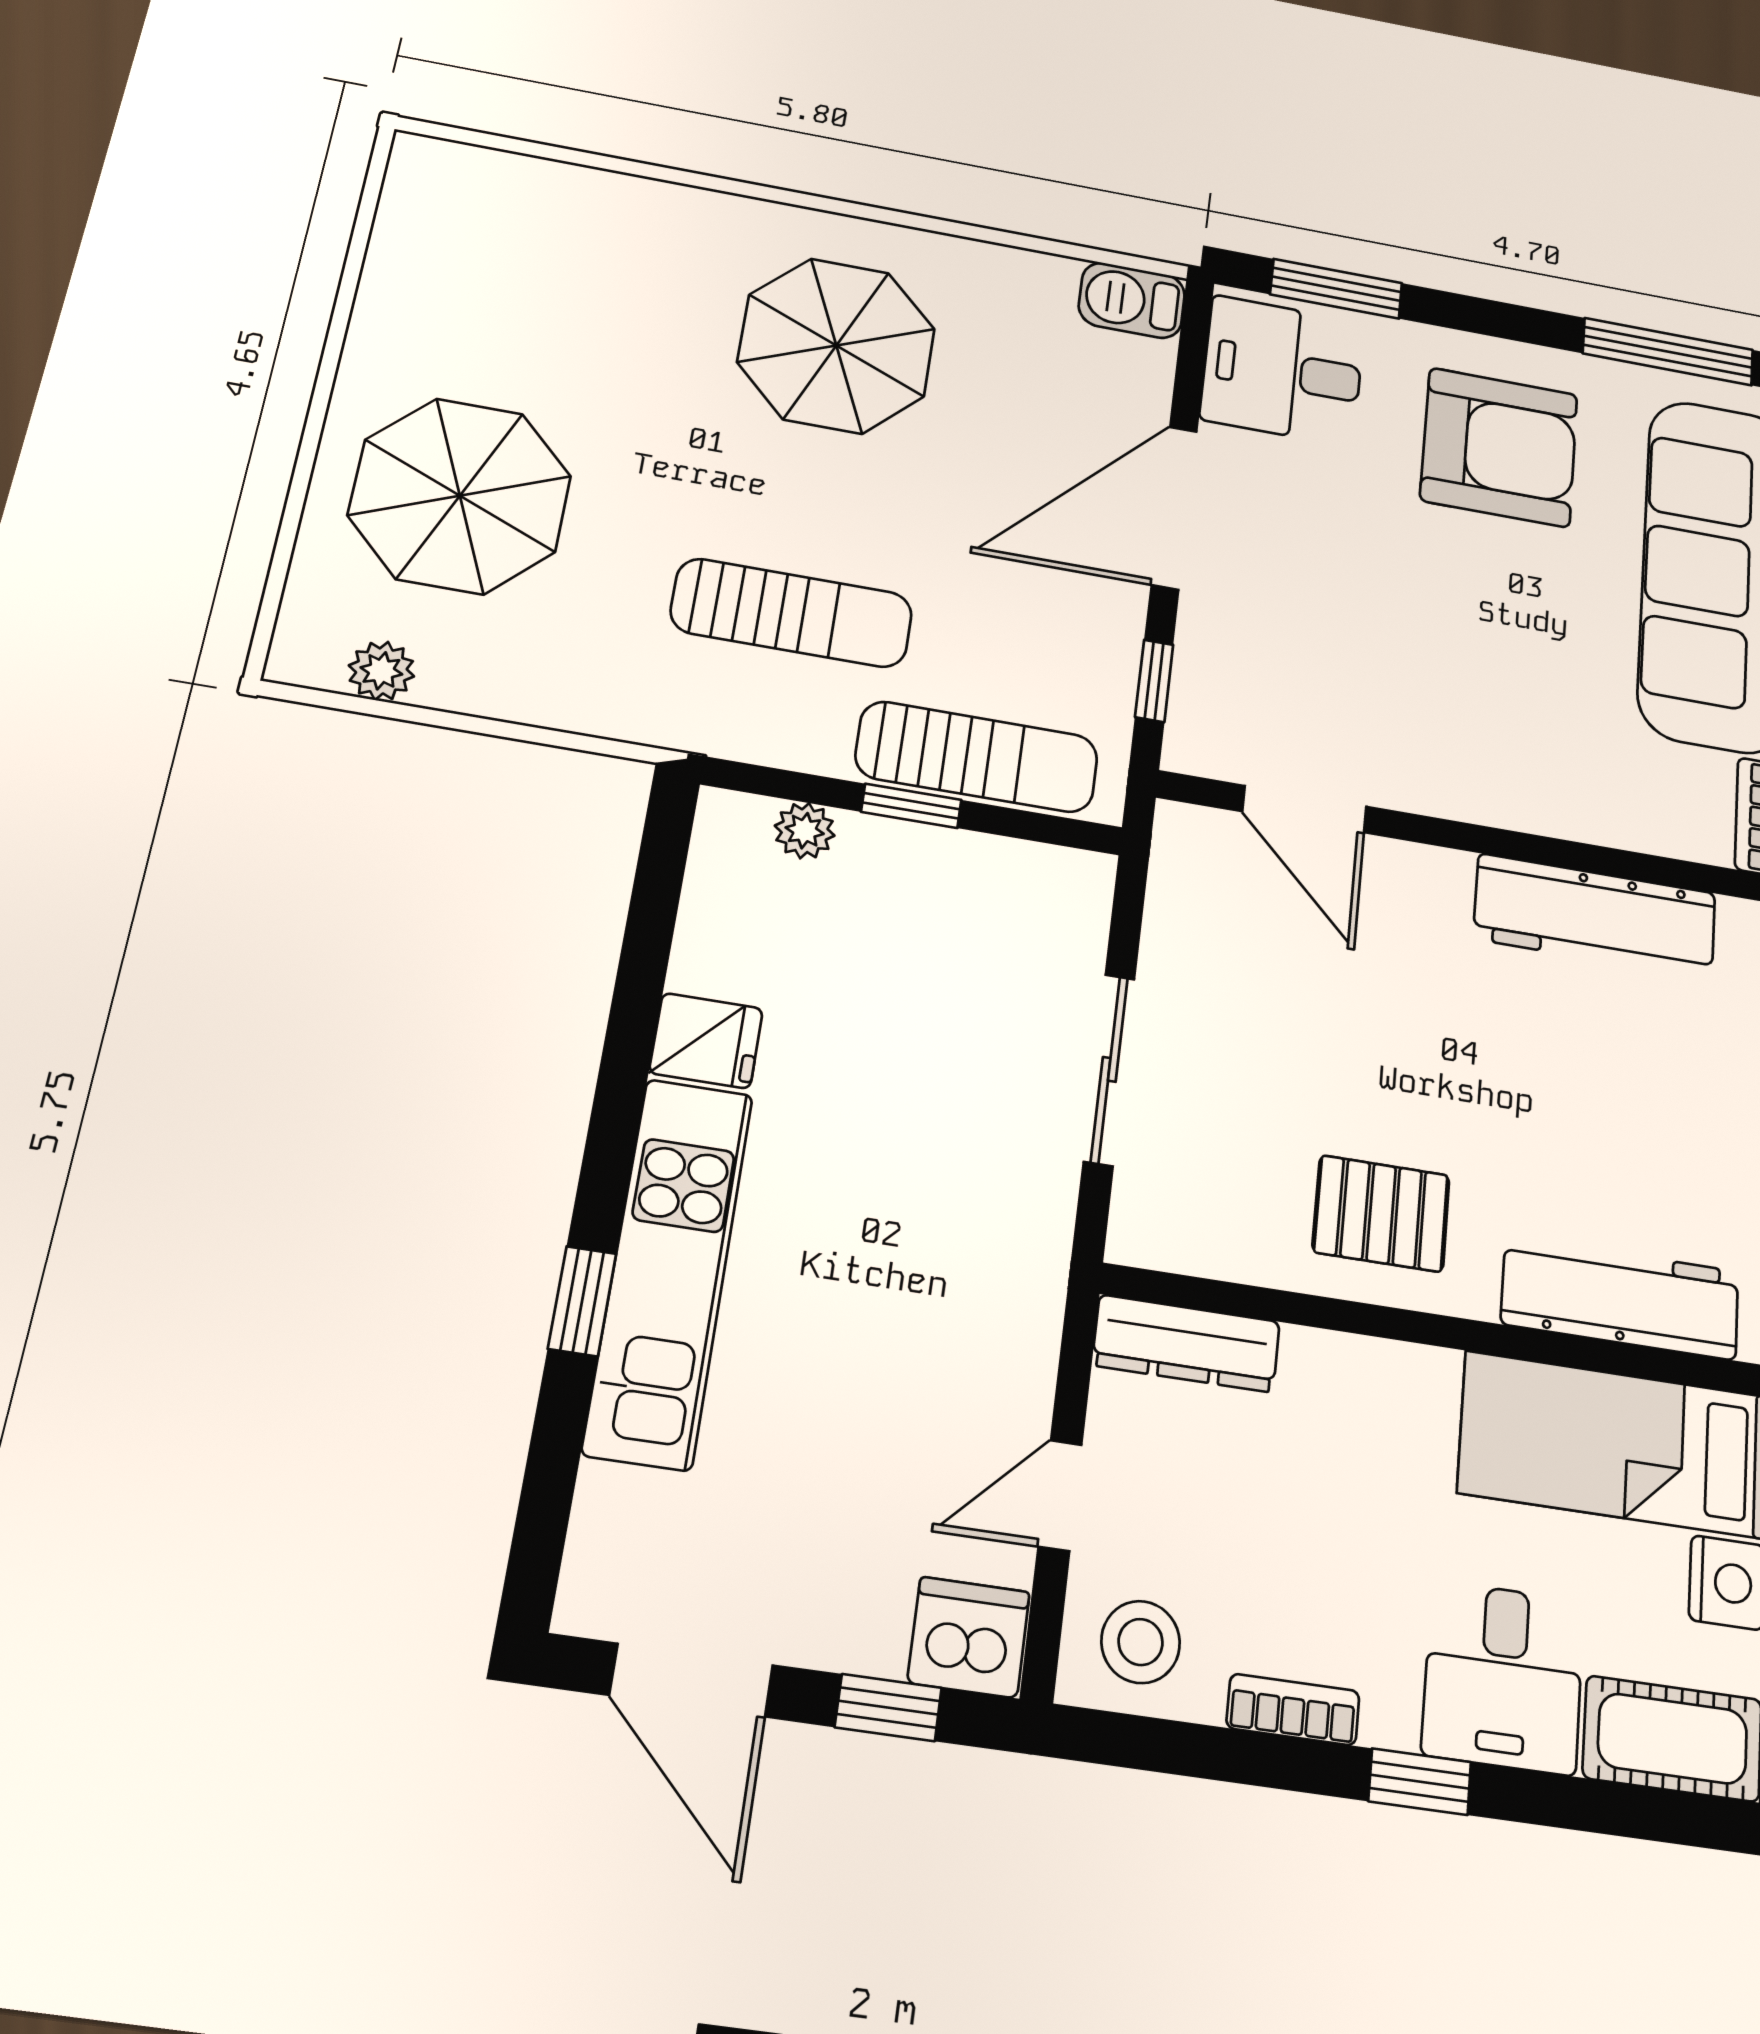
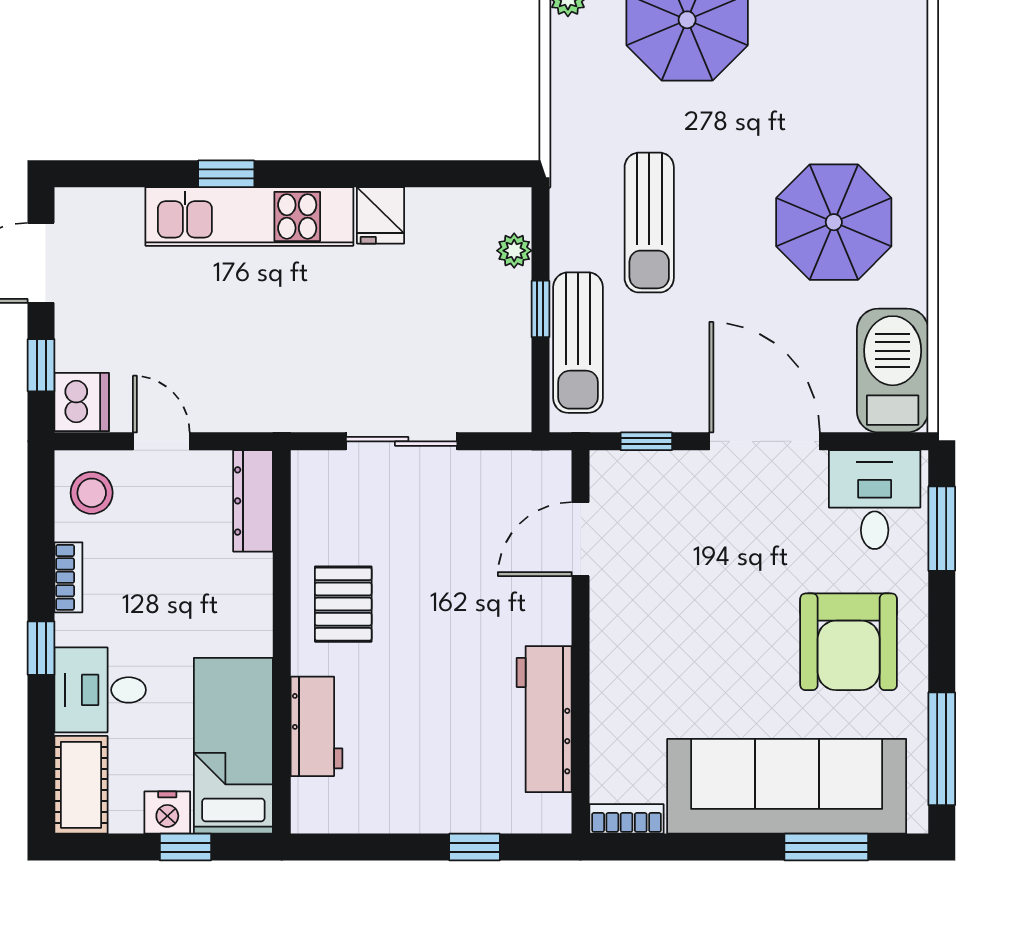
barbecue: (1132, 300) -> (893, 370), width x1.88, depth x1.53
workbench: (1620, 1298) -> (317, 726), width x0.73

